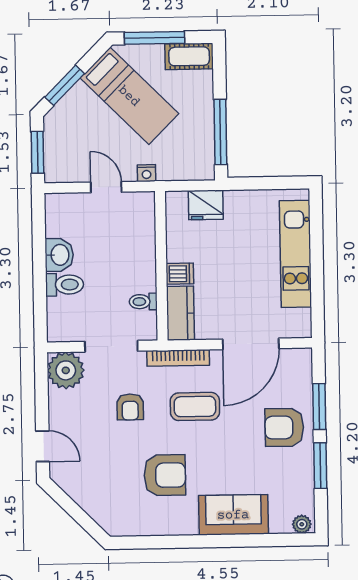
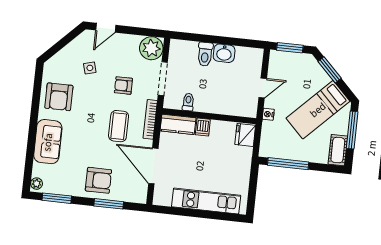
fridge: (206, 205) -> (245, 135), moved
armchair: (284, 427) -> (98, 180), turned 90
side table: (109, 463) -> (90, 68), added
window: (320, 466) -> (57, 198), moved
armchair: (165, 475) -> (59, 97), moved

